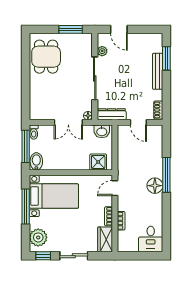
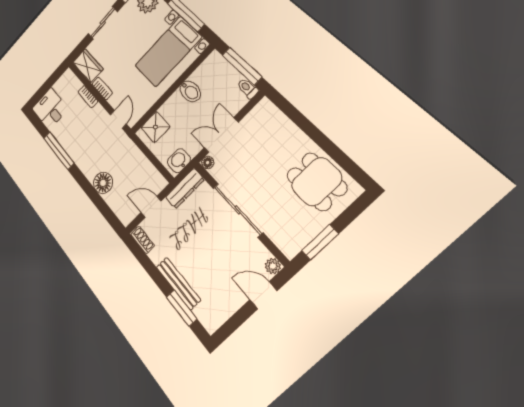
plant: (102, 51) -> (273, 266), moved
bidet: (36, 161) -> (190, 91), moved
window: (166, 175) -> (59, 150), moved
floor lamp: (155, 186) -> (103, 183), moved

